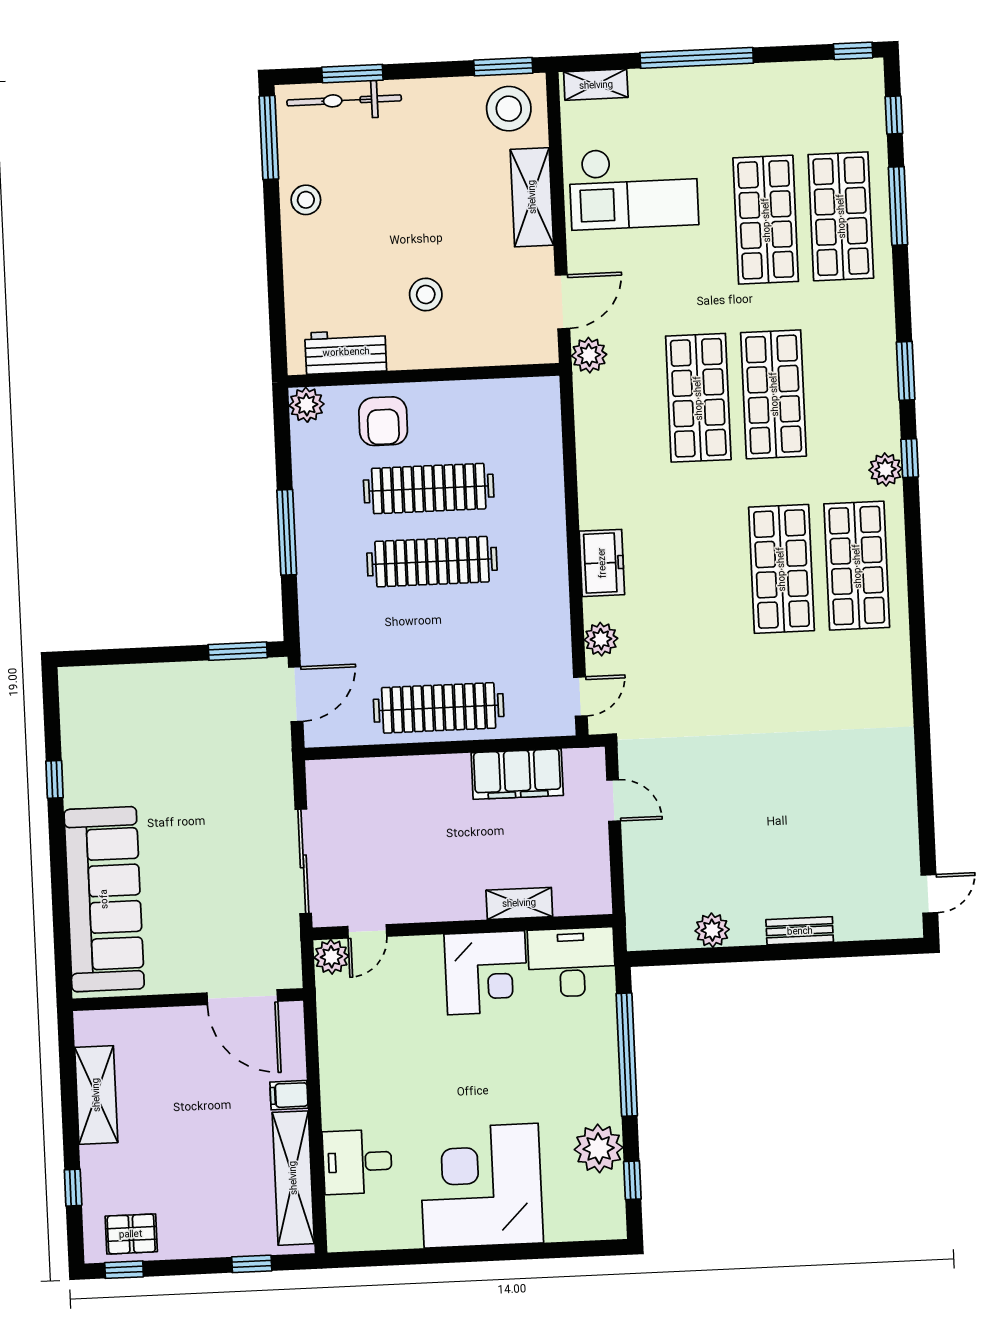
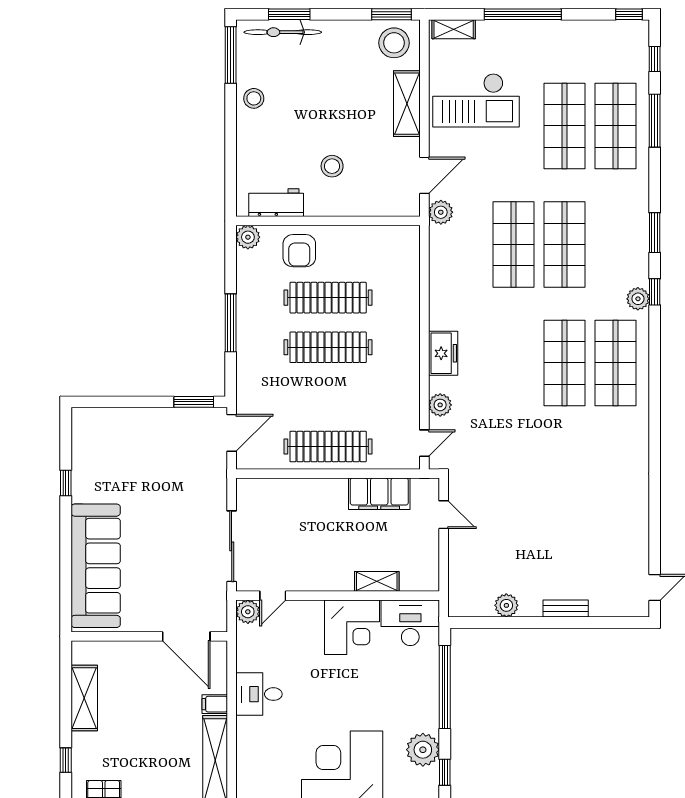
desk: (357, 1162) -> (259, 694), moved

